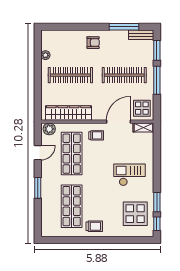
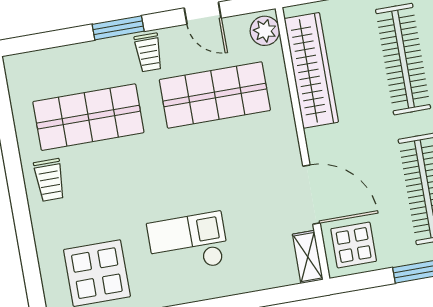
trolley: (96, 135) -> (149, 52), moved
checkout: (130, 175) -> (188, 243), turned -90

